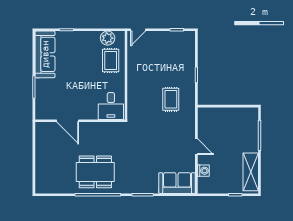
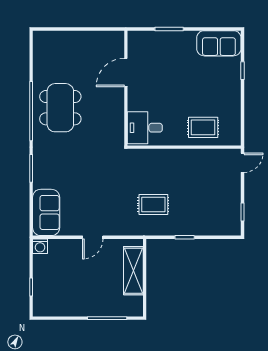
door: (138, 30) -> (242, 163), swing flipped
plant: (108, 38) -> (232, 123), removed
sofa: (45, 54) -> (219, 43), width x0.73
washing machine: (203, 171) -> (40, 246), moved
shelving: (251, 172) -> (133, 271), moved, turned 90

